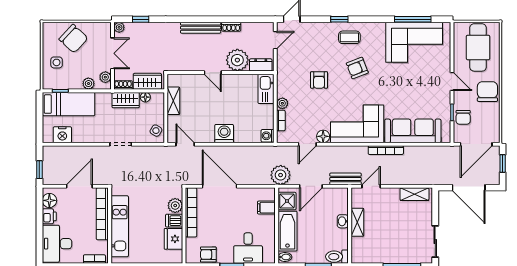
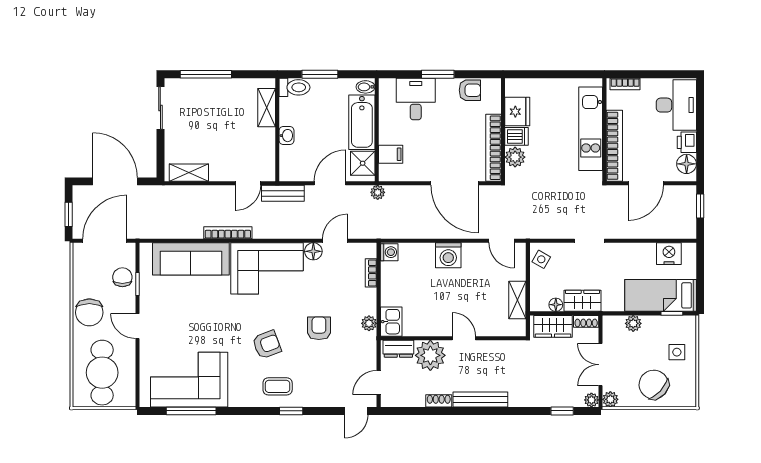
plant: (105, 77) -> (610, 399), moved
kitchen sink: (266, 89) -> (391, 322), width x0.73
plant: (282, 103) -> (369, 323), moved
plant: (281, 175) -> (378, 192), width x0.53, depth x0.53
shelving: (357, 222) -> (267, 108), moved

